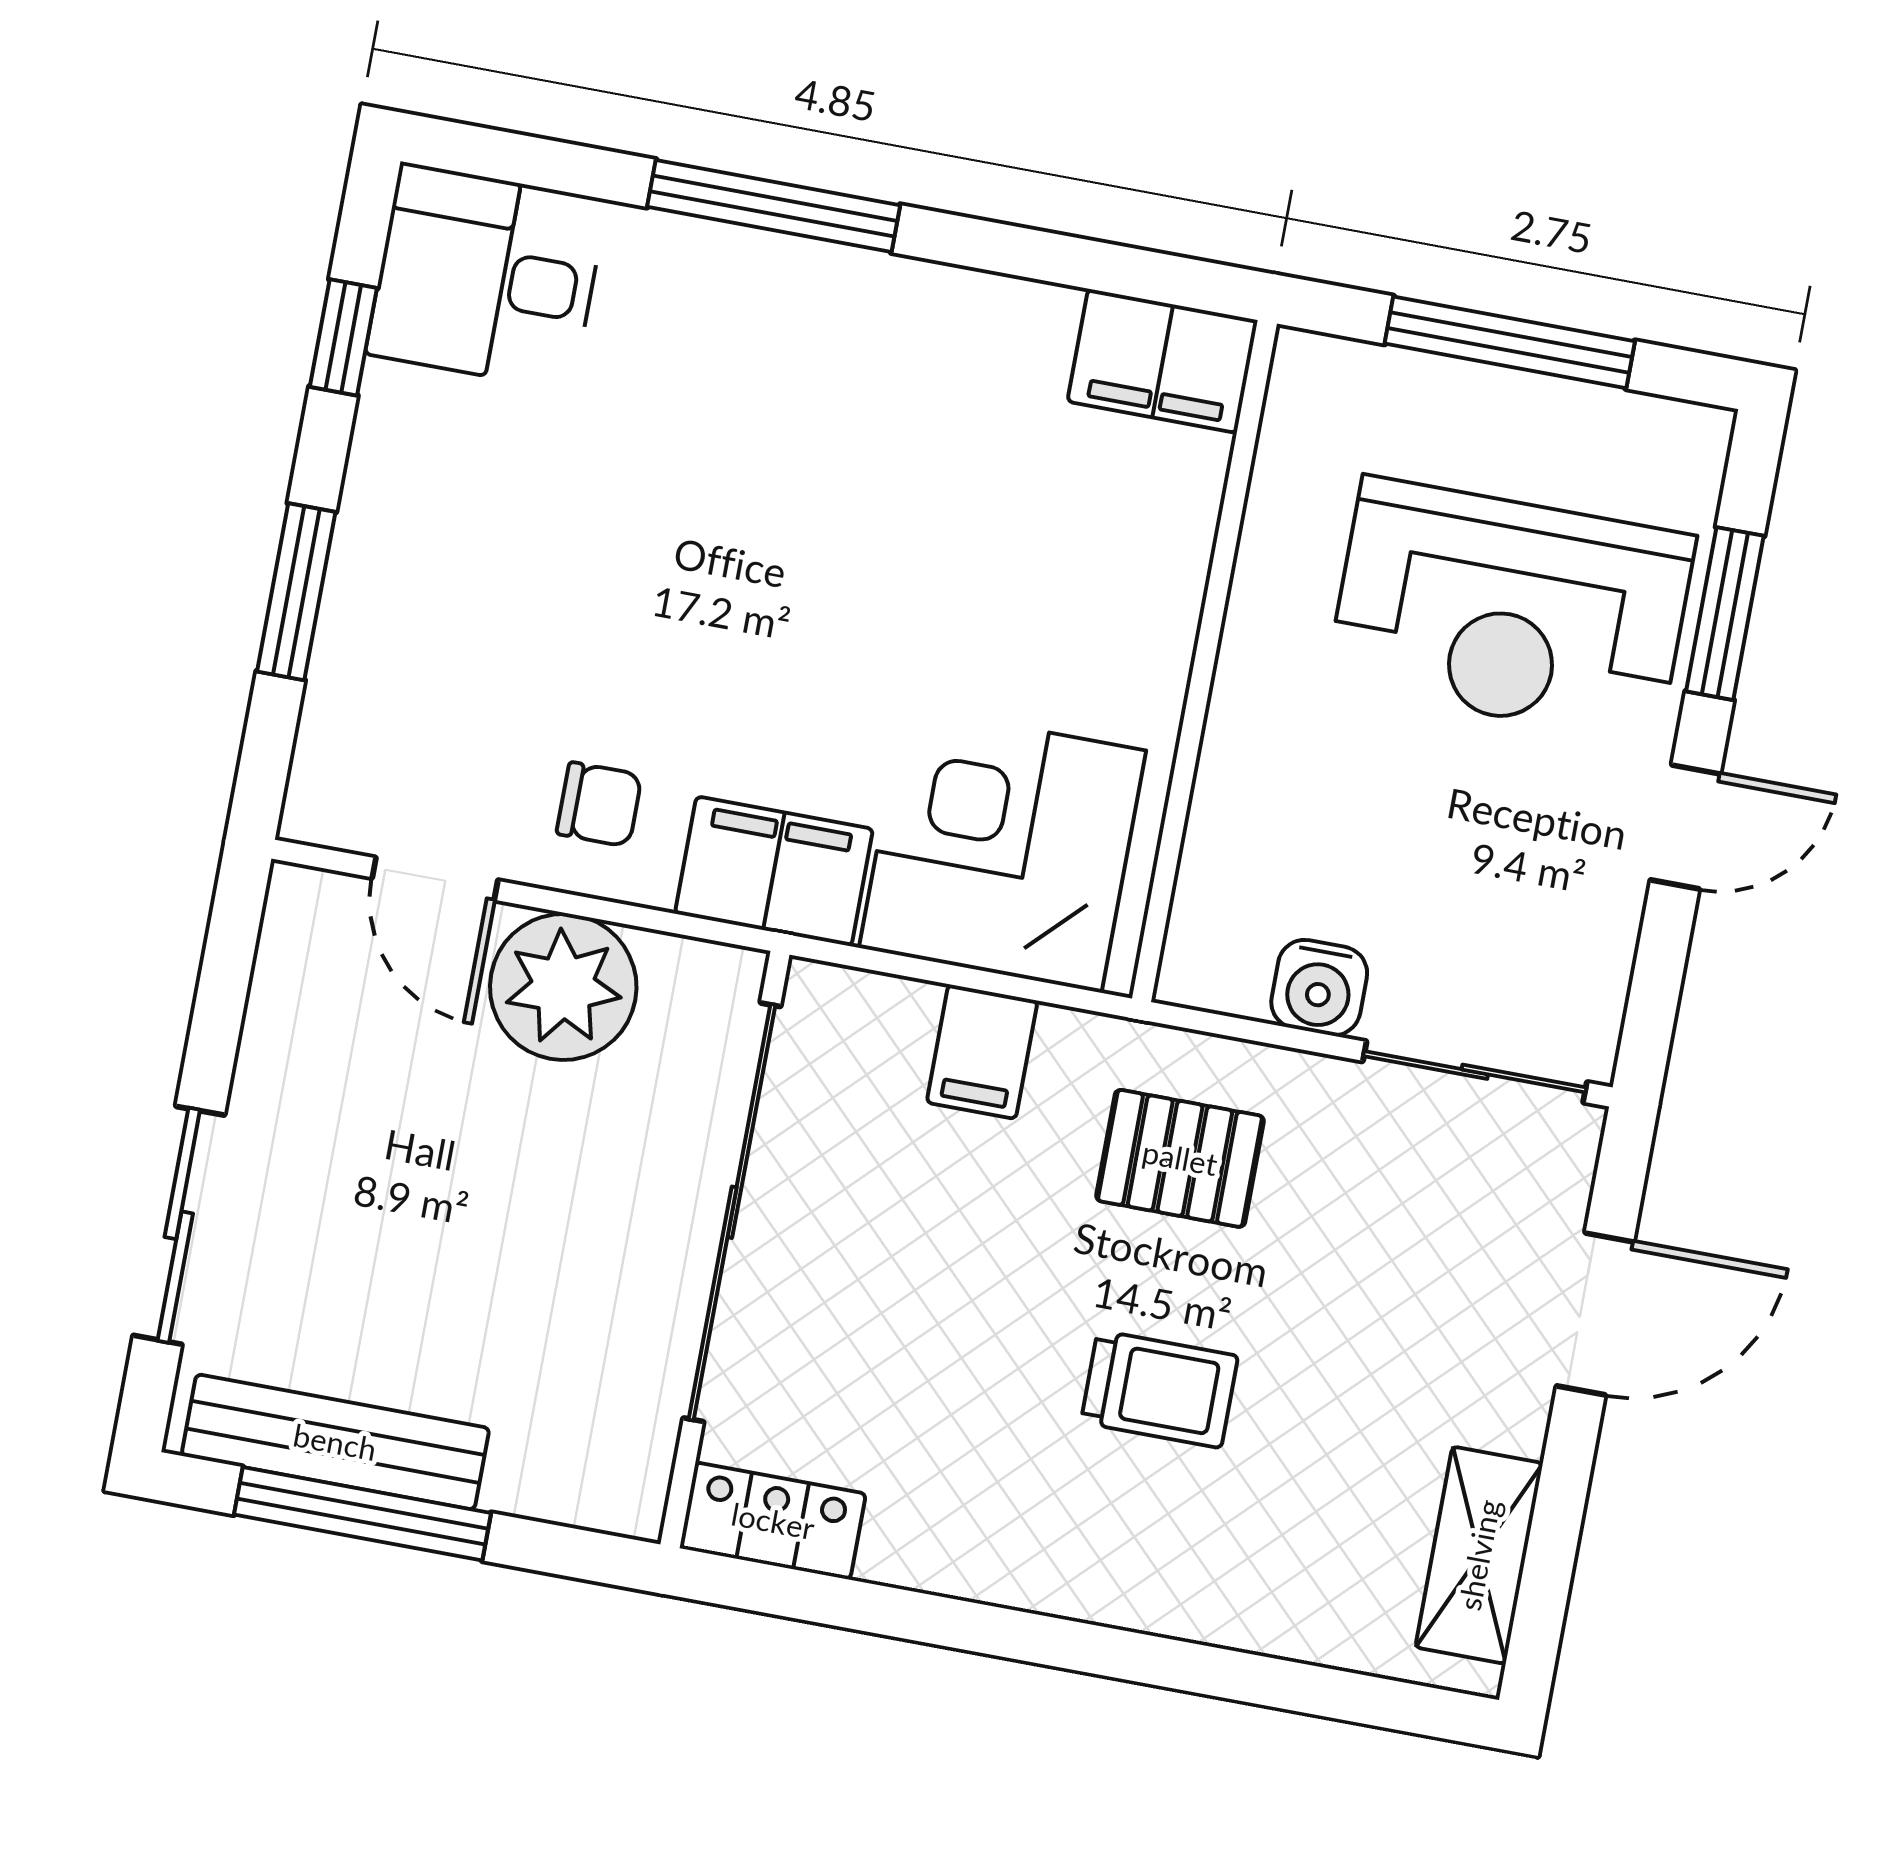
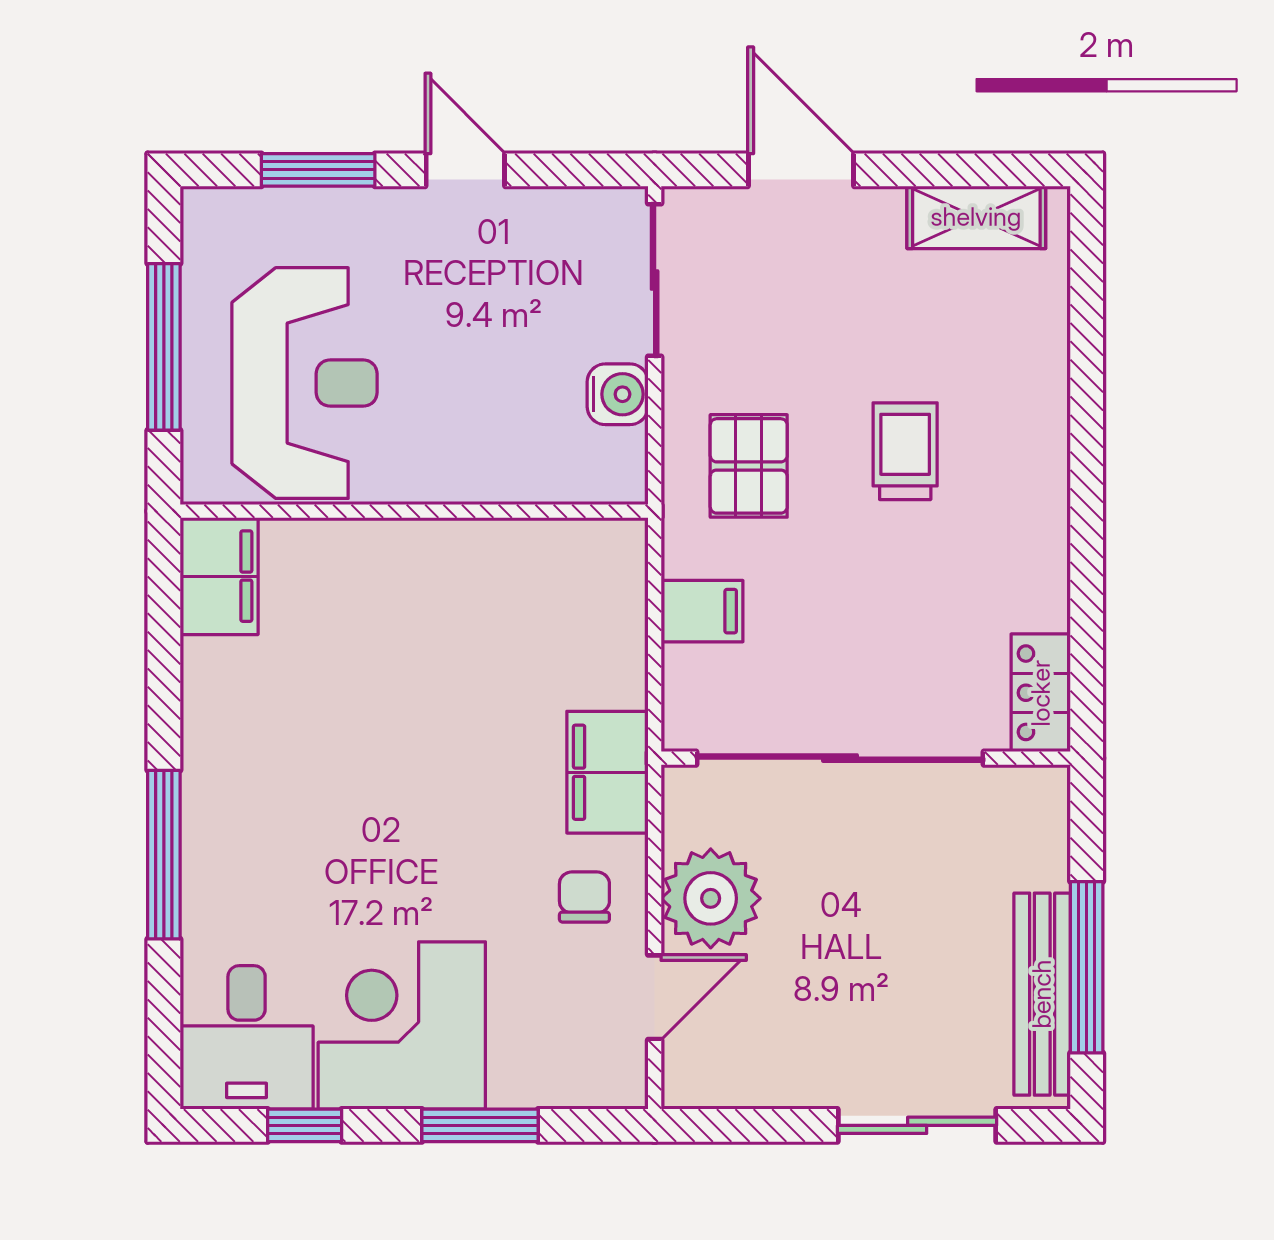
reception desk: (1511, 610) -> (305, 383), moved
corner desk: (1002, 849) -> (402, 1025), moved, turned 90

